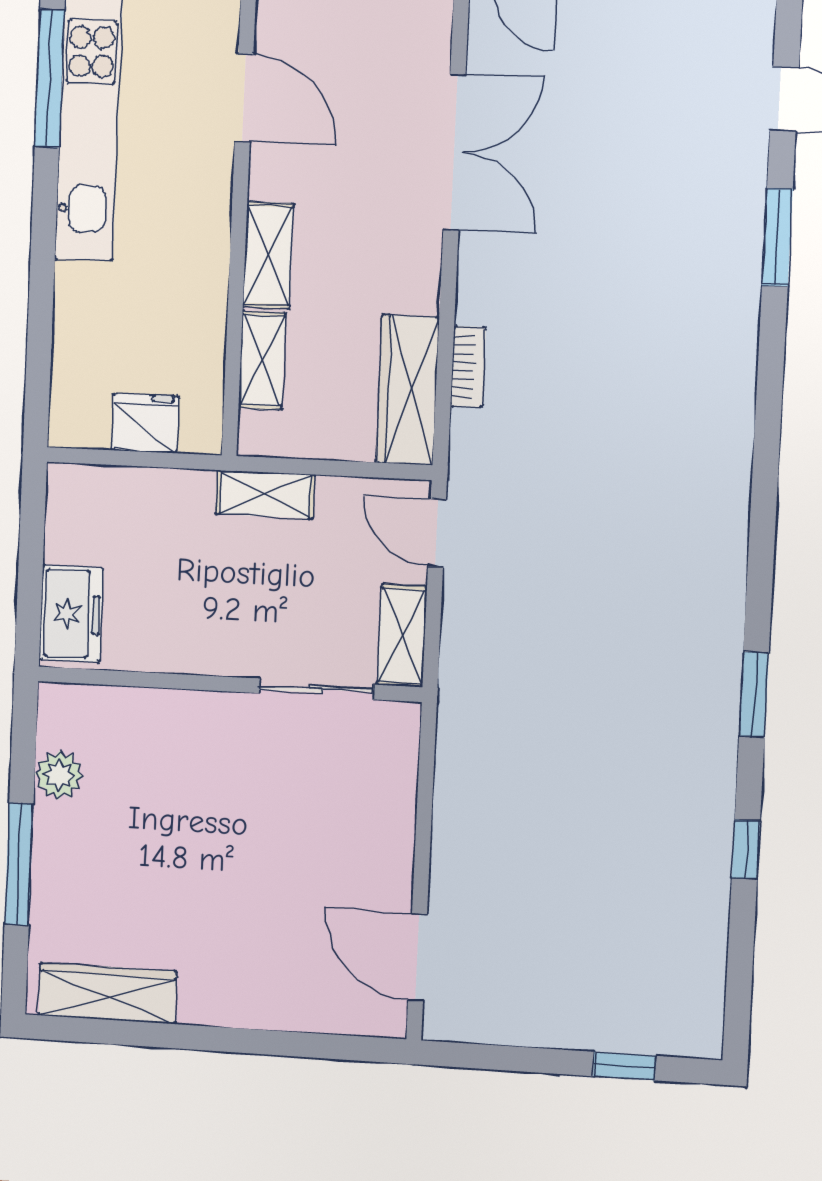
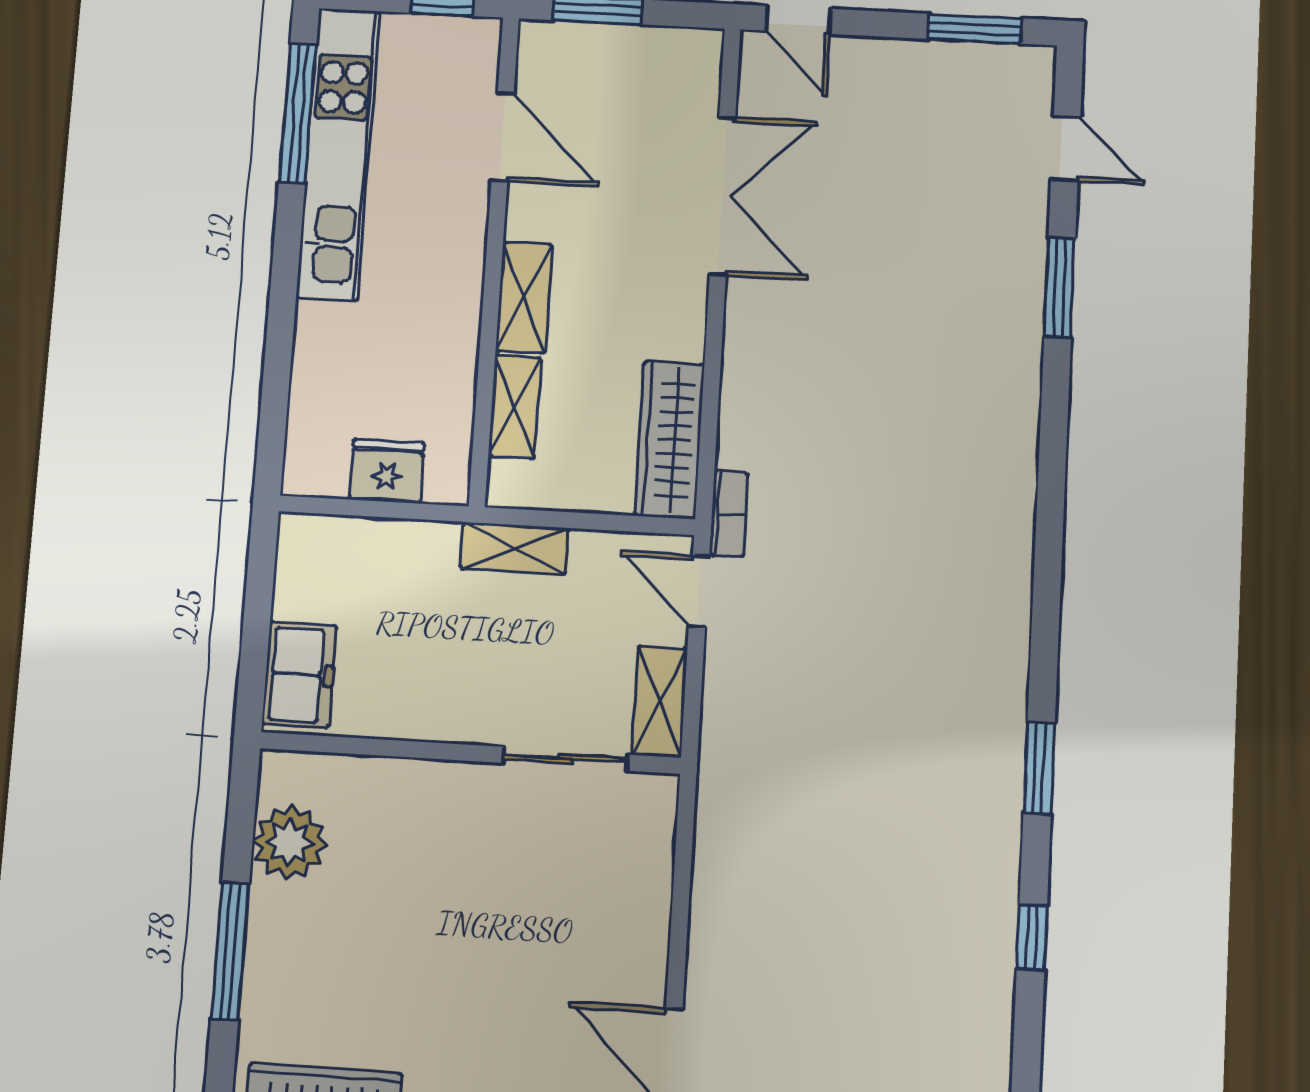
bookcase: (468, 367) -> (729, 514), moved
plant: (59, 775) -> (290, 843), width x1.36, depth x1.36

